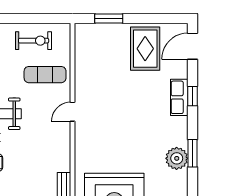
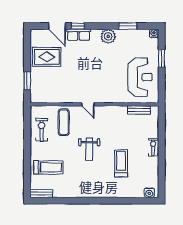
door: (193, 46) -> (57, 26), moved
window: (193, 153) -> (128, 26), moved
plant: (177, 158) -> (108, 36), moved

